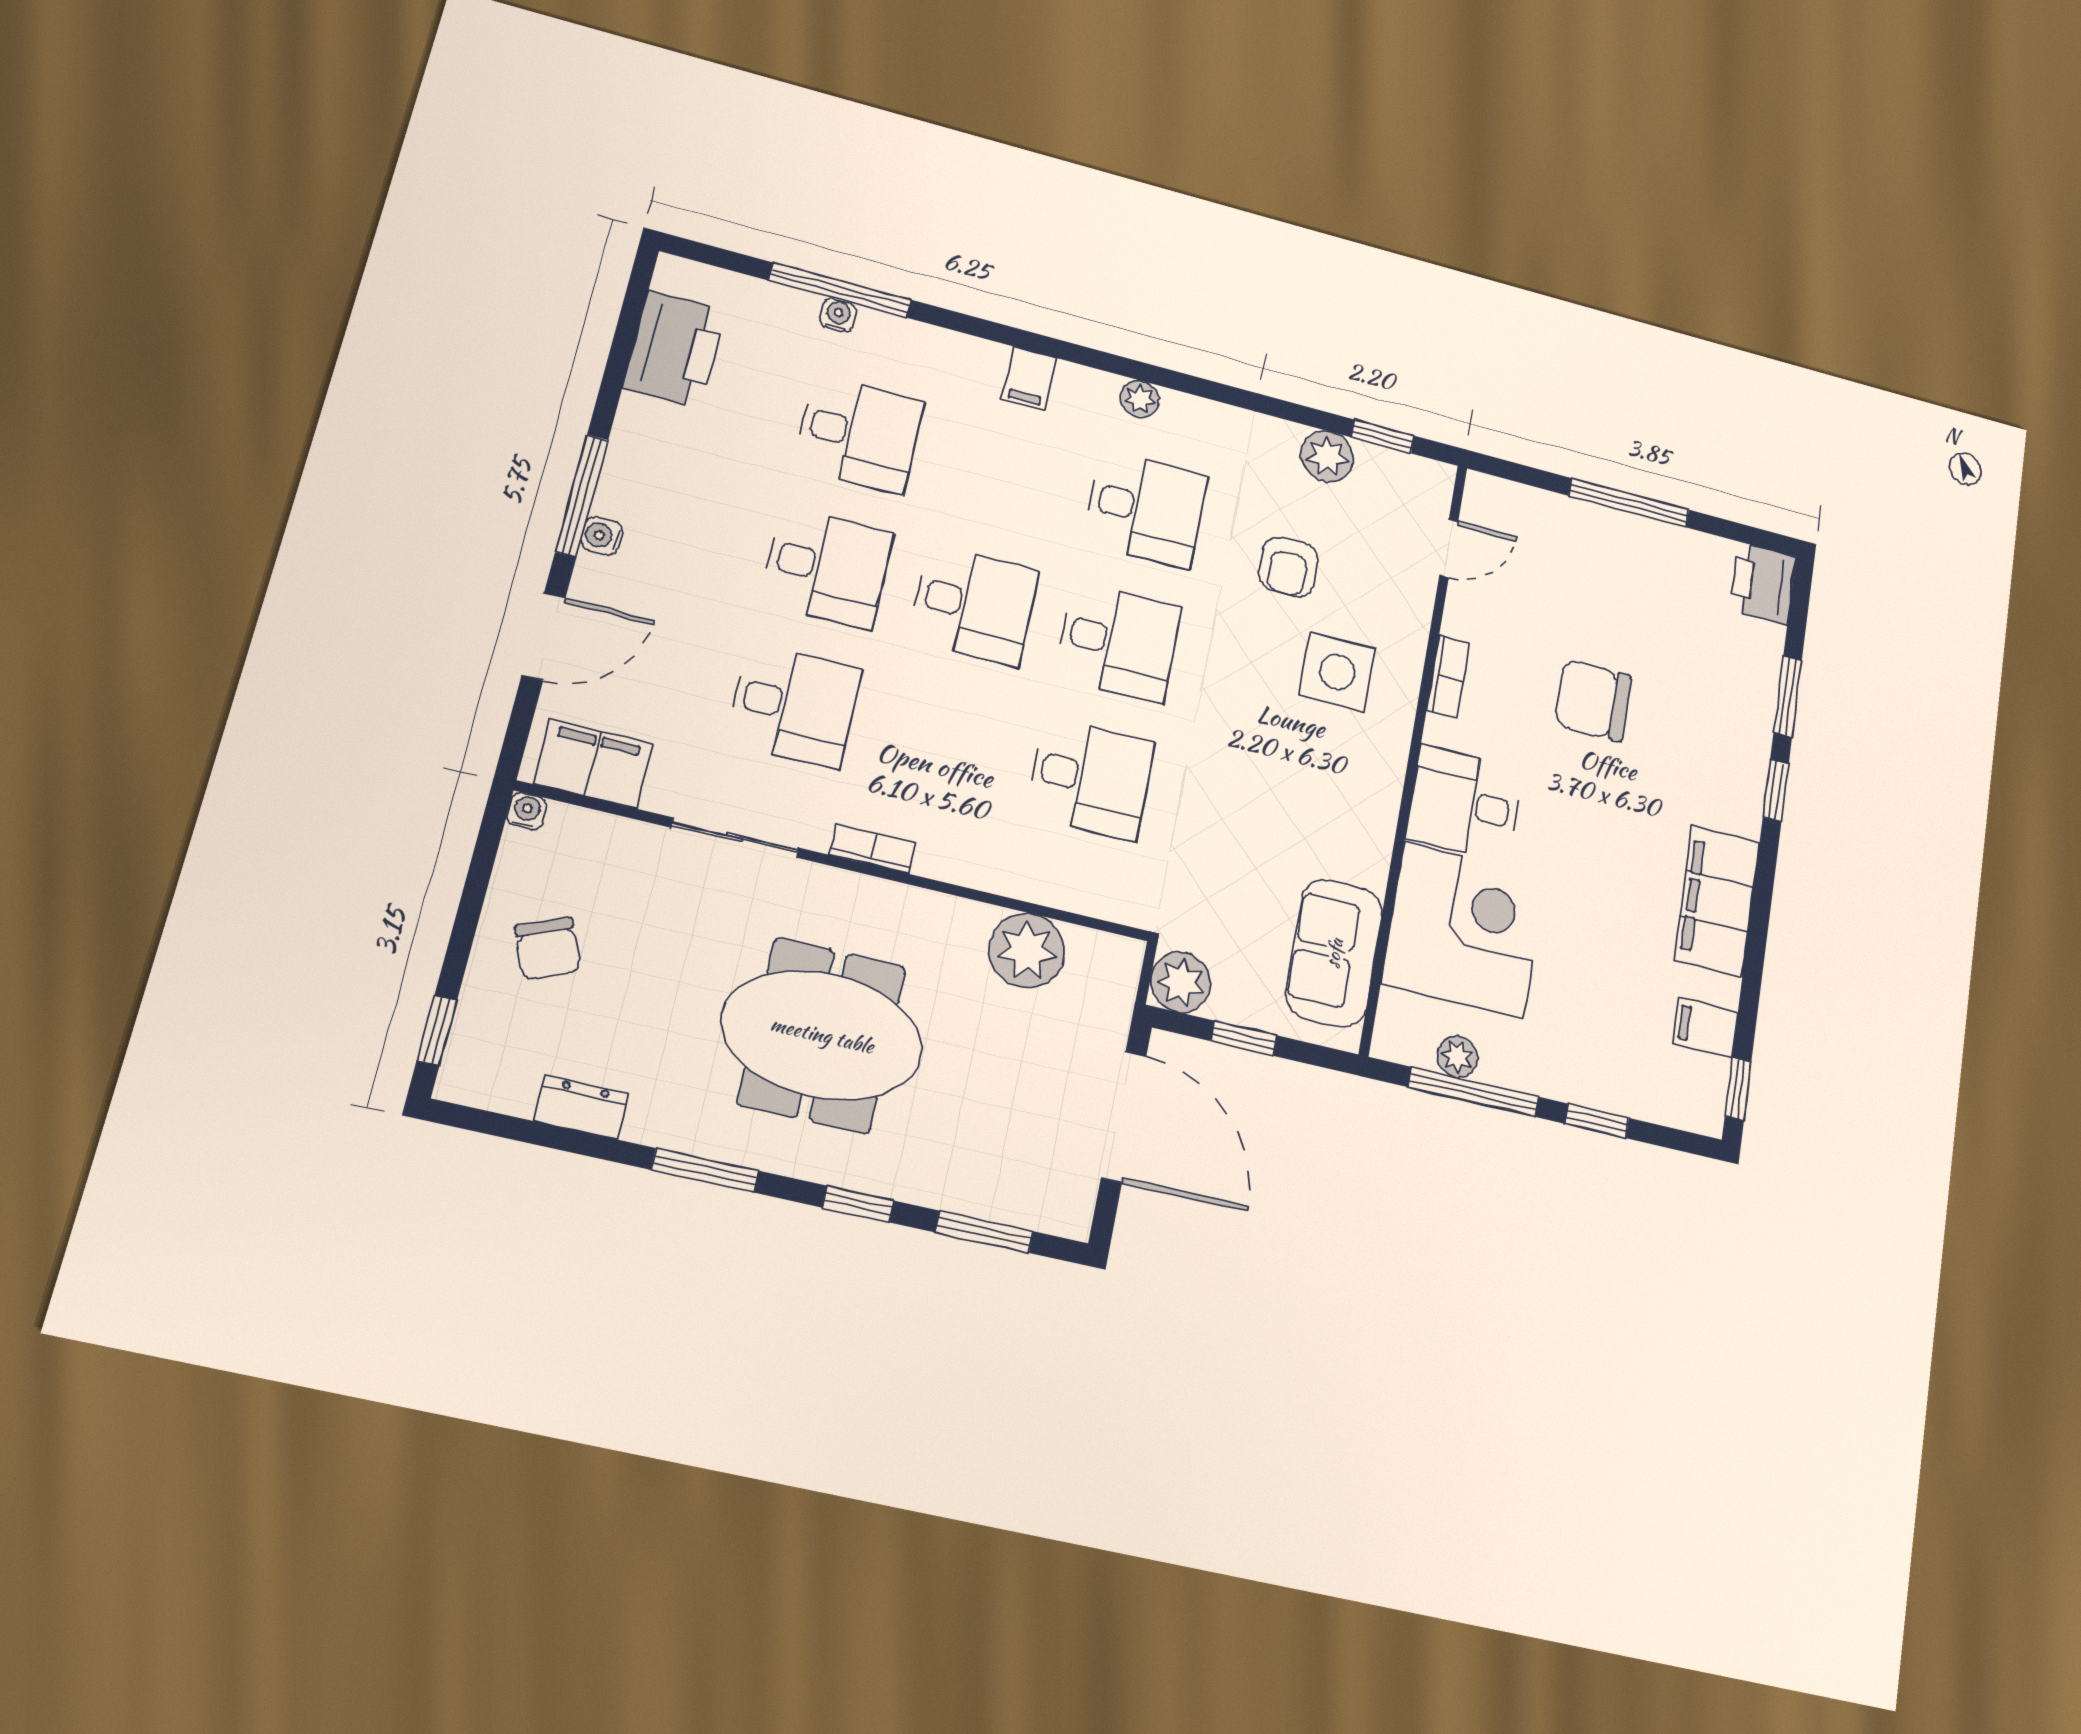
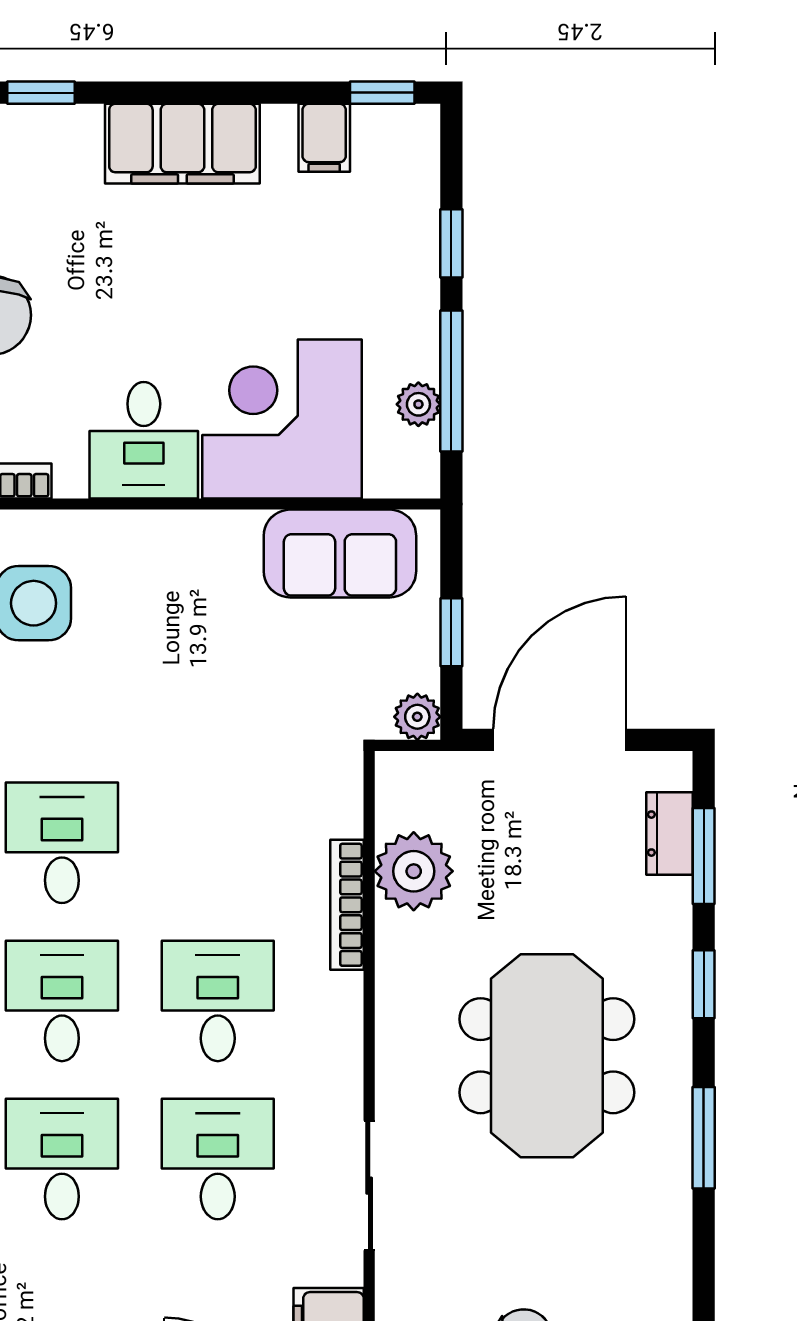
desk: (1090, 779) -> (218, 1001), moved
bookcase: (873, 849) -> (347, 905), moved, width x1.56
plant: (1181, 982) -> (417, 717), width x0.73, depth x0.73
dresser: (581, 1107) -> (669, 834), moved

